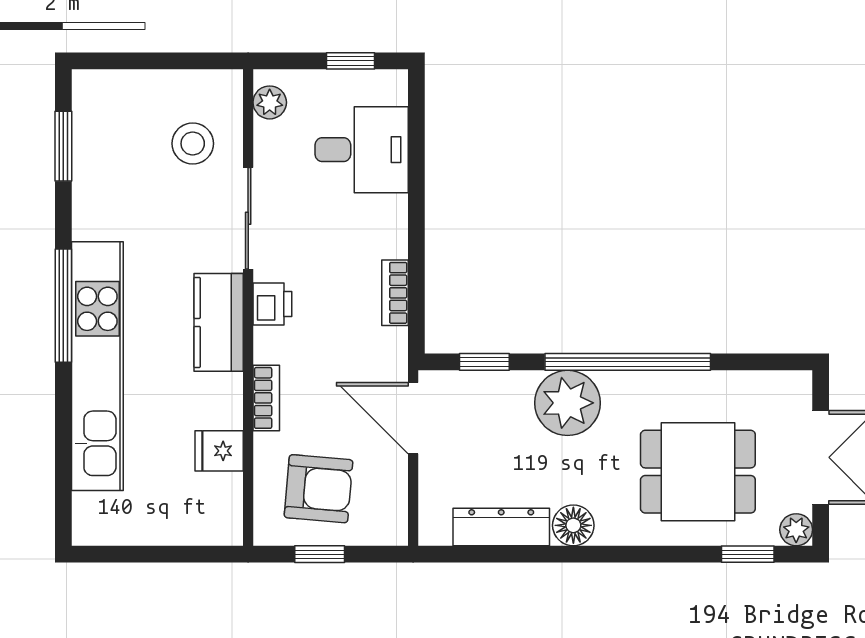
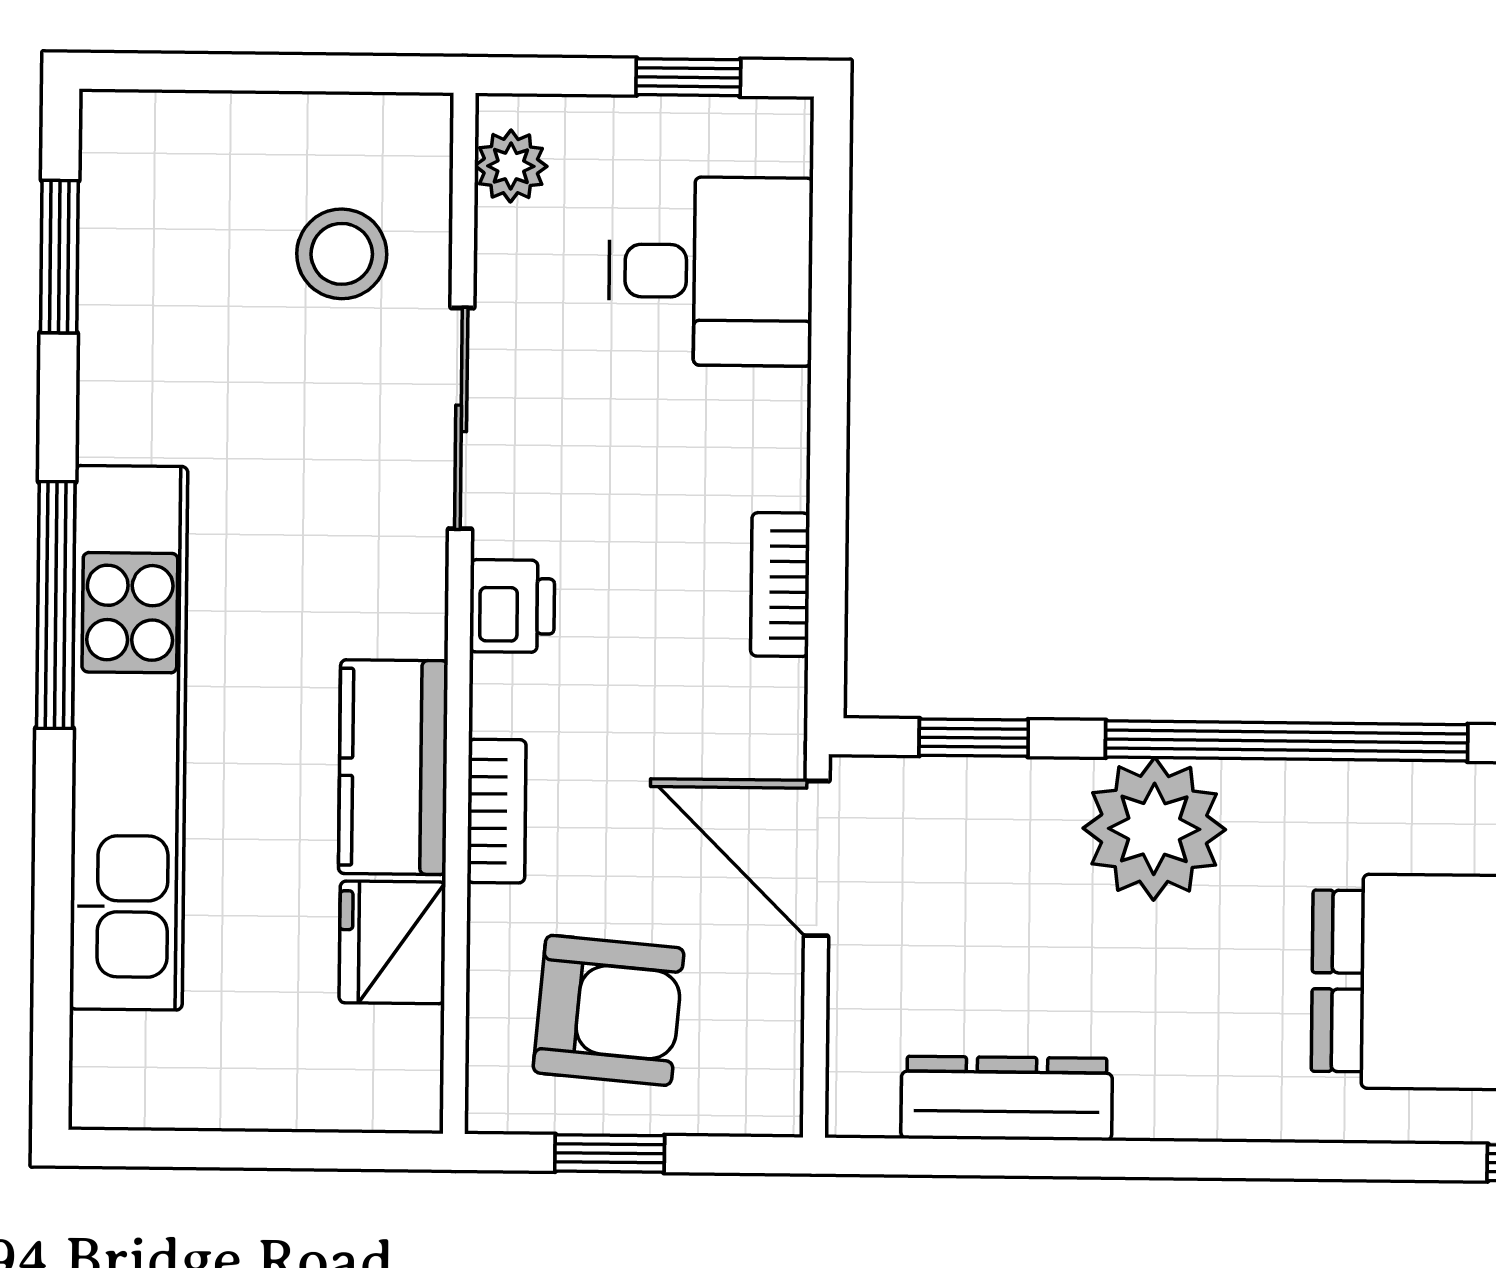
kitchen counter: (219, 322) -> (393, 767), moved
fridge: (219, 451) -> (392, 942), width x1.38
floor lamp: (573, 525) -> (1164, 1096), removed

